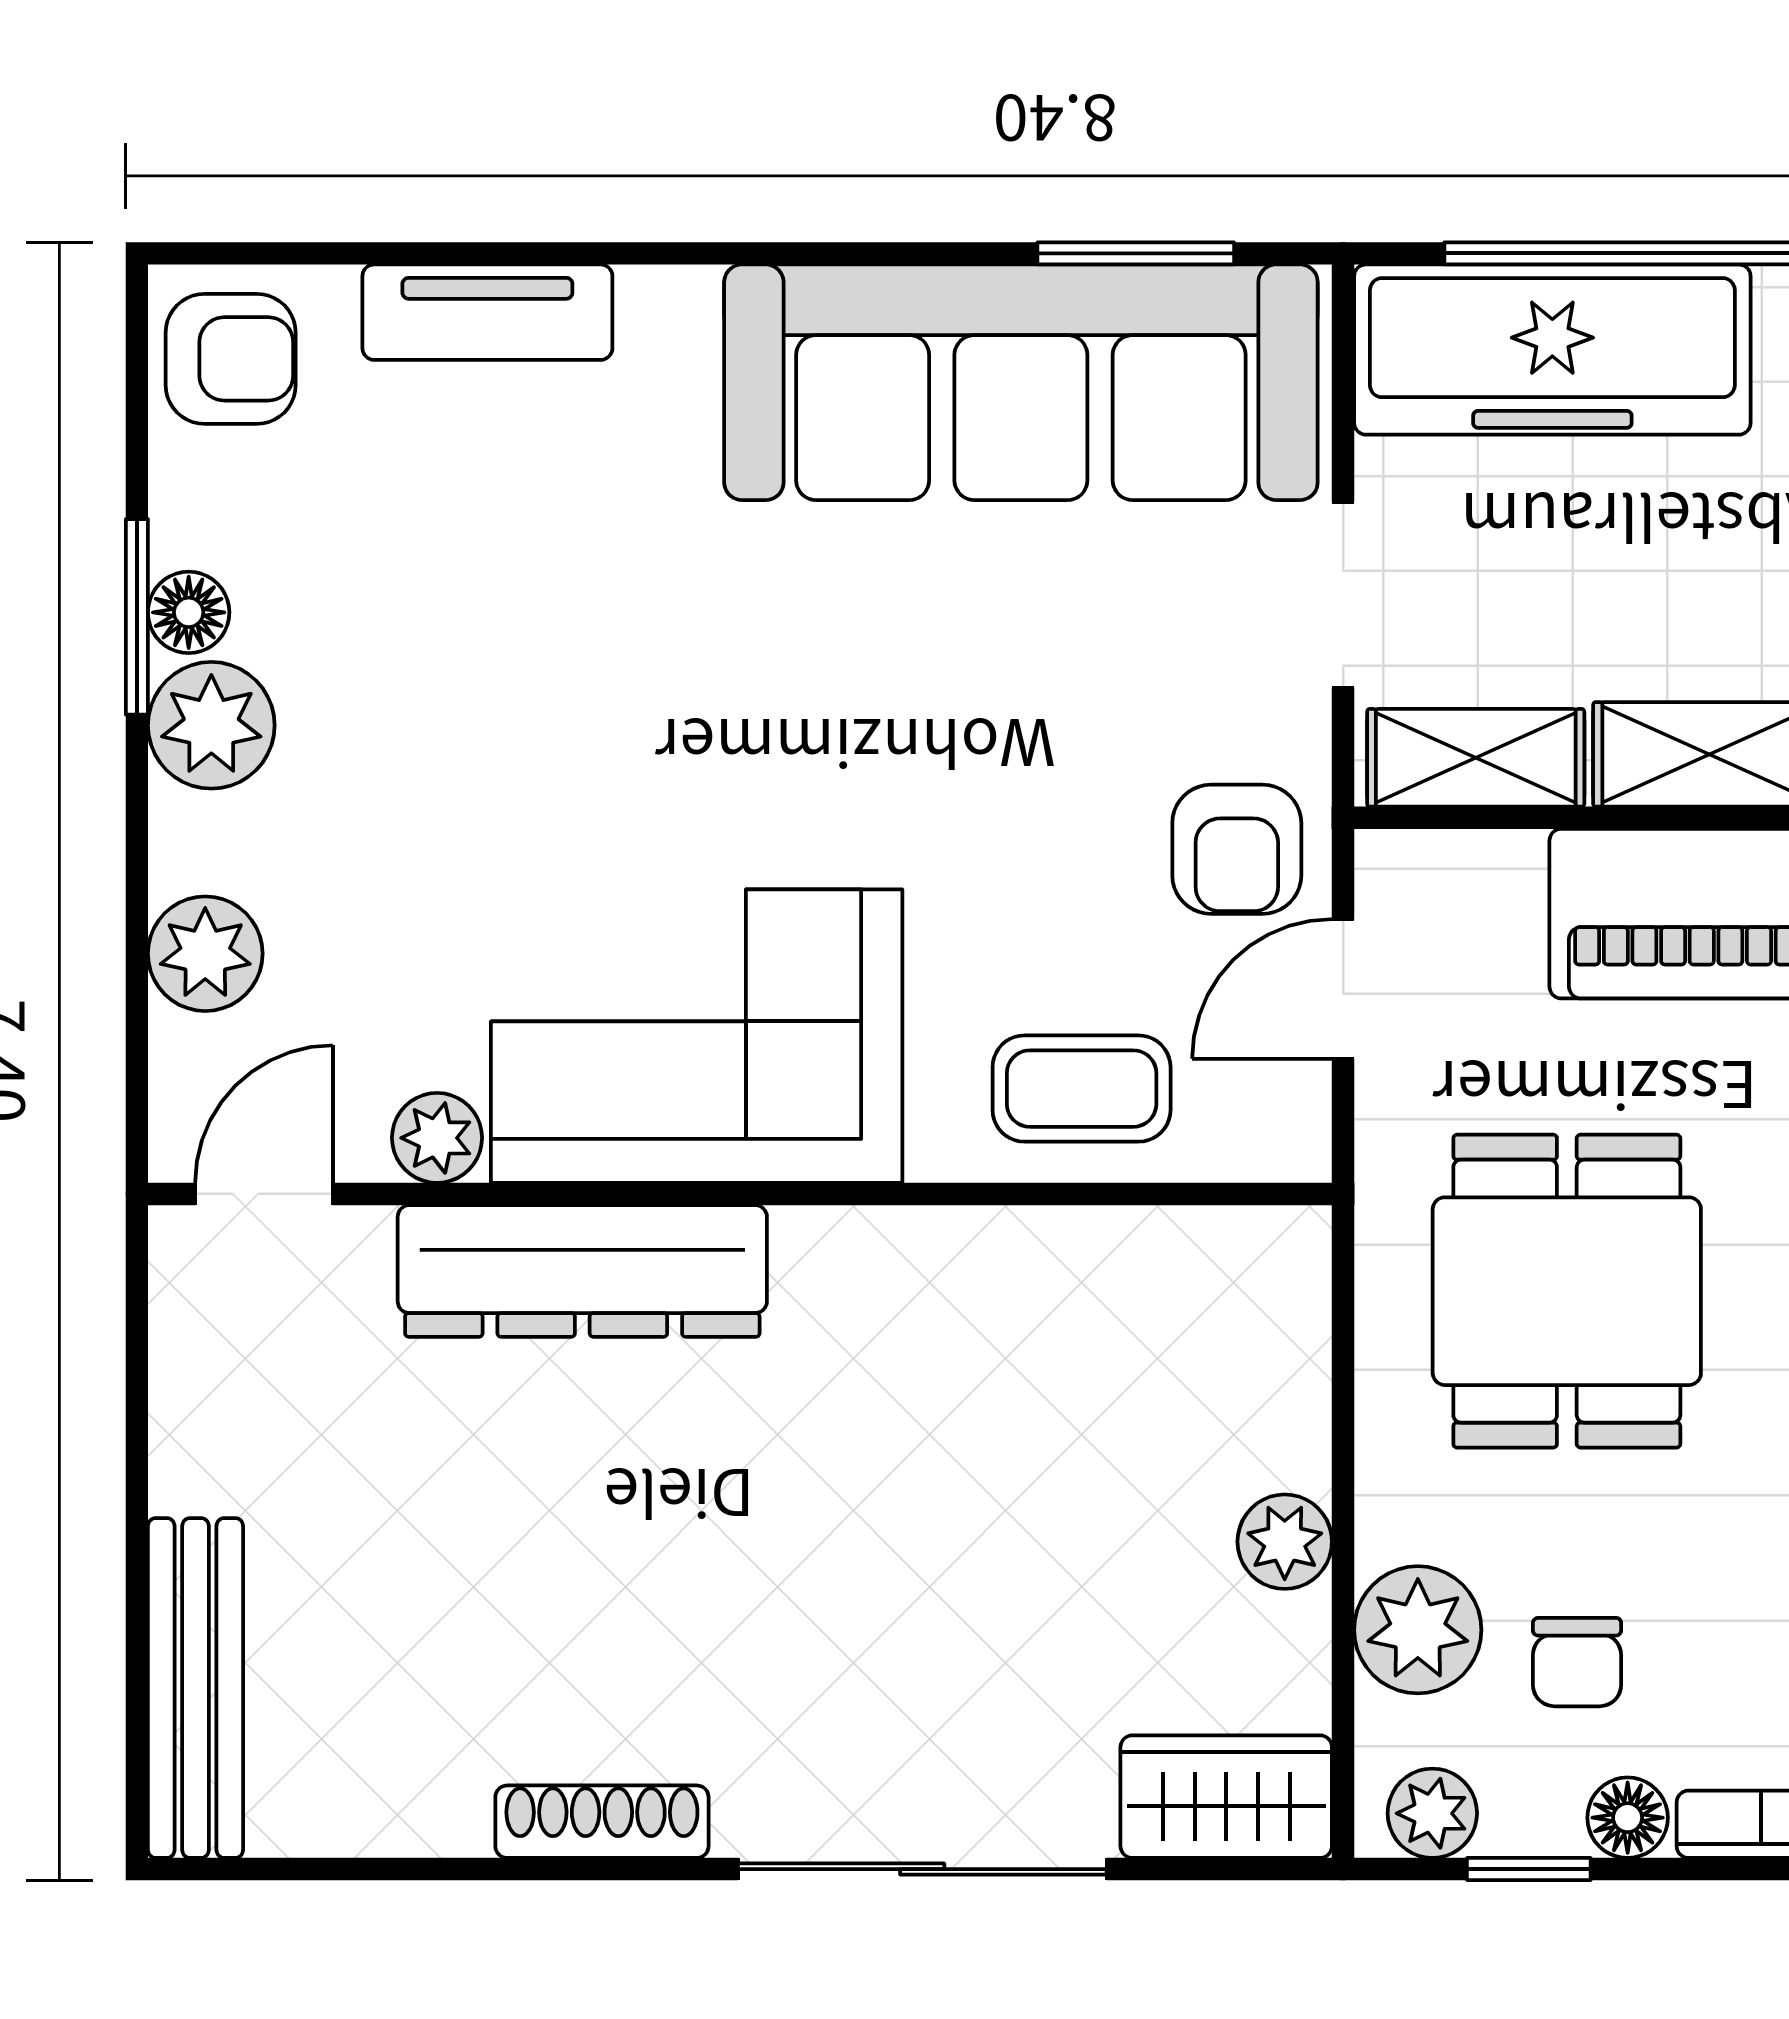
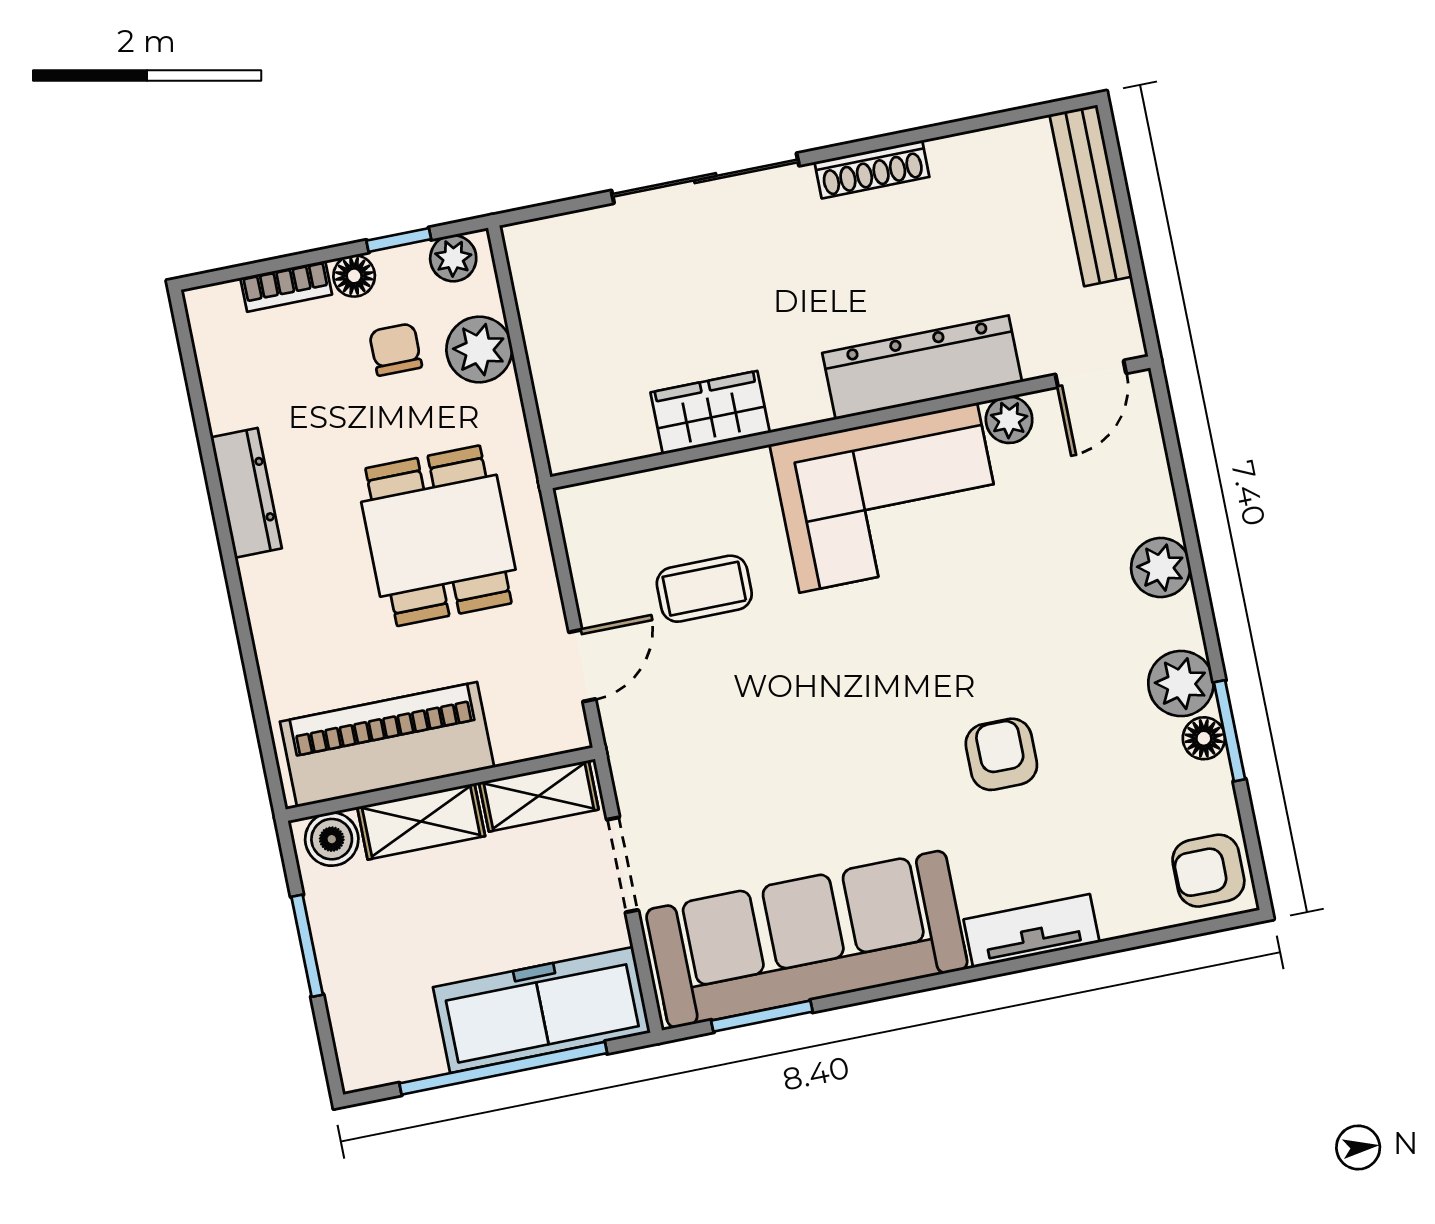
tv unit: (487, 312) -> (1031, 931), moved
armchair: (1237, 849) -> (1001, 754), moved
corner sofa: (697, 1036) -> (888, 498), moved
plant: (437, 1138) -> (1009, 420), moved
door: (264, 1194) -> (1091, 374), moved
wall: (740, 1194) -> (850, 422), moved
dresser: (582, 1271) -> (922, 367), moved
plant: (1285, 1542) -> (555, 380), removed
wardrobe: (1226, 1797) -> (710, 413), moved, turned 180

